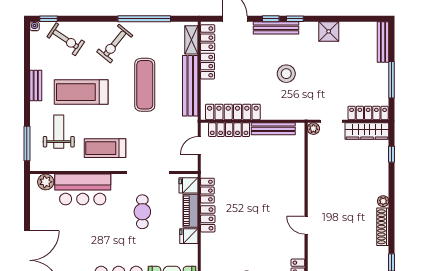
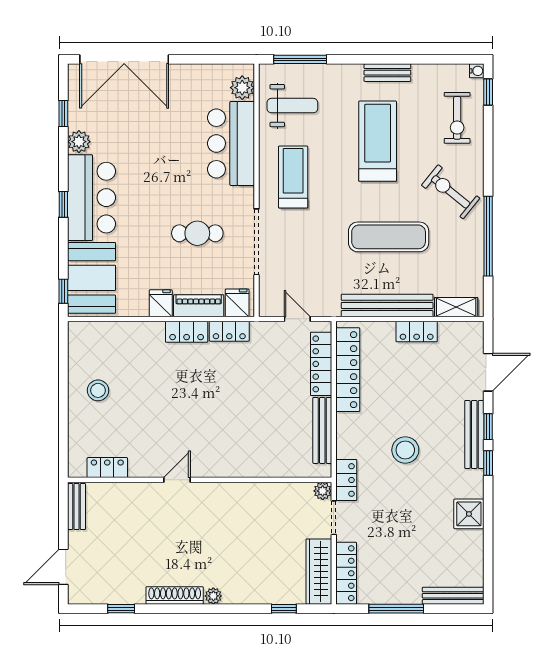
locker: (208, 38) -> (346, 480), moved, turned -90
exercise bike: (66, 39) -> (457, 118), turned -34
weight bench: (59, 132) -> (292, 106), moved

